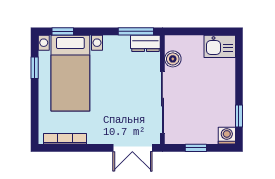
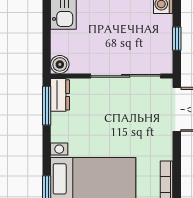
boiler: (173, 59) -> (60, 64), moved

